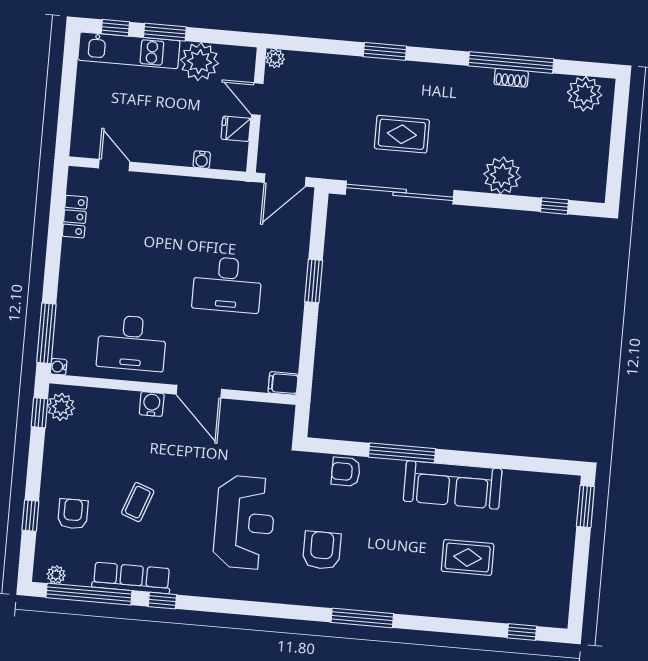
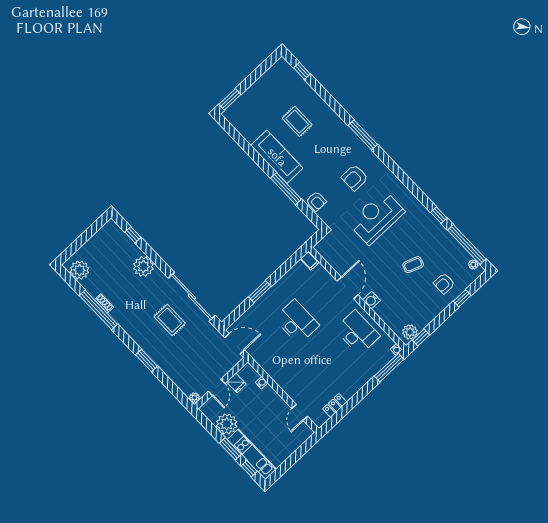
row of seats: (131, 578) -> (443, 236), removed

